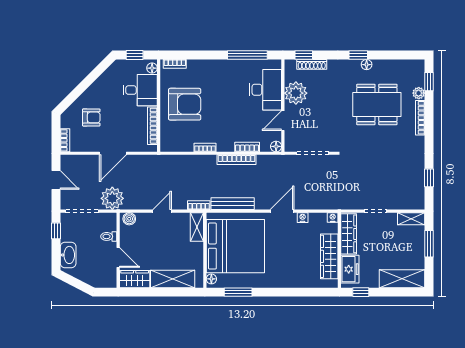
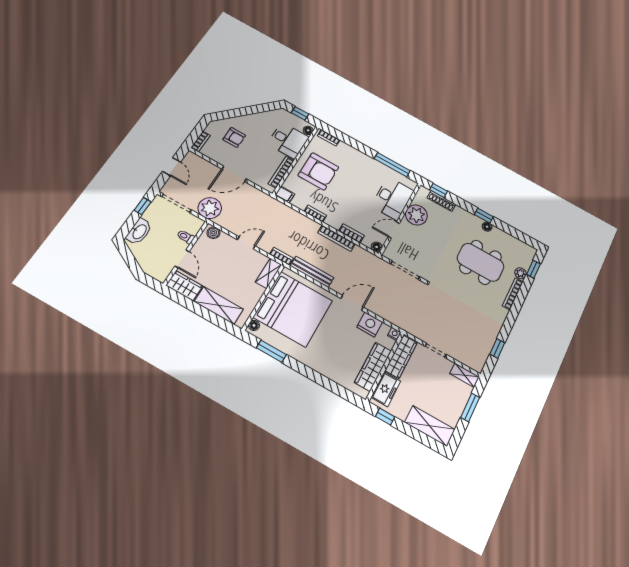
filing cabinet: (168, 146) -> (285, 195), added
nightstand: (303, 218) -> (370, 325), width x1.89, depth x1.79

